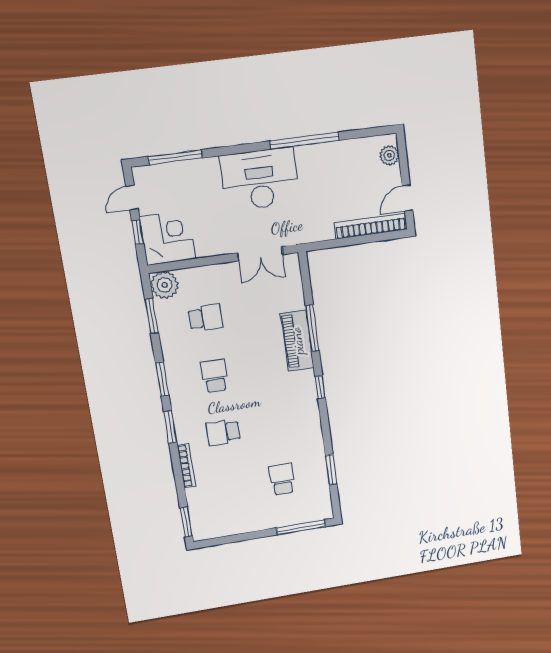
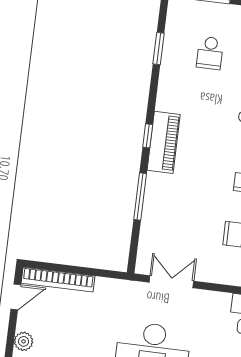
piano: (297, 341) -> (164, 142), moved

